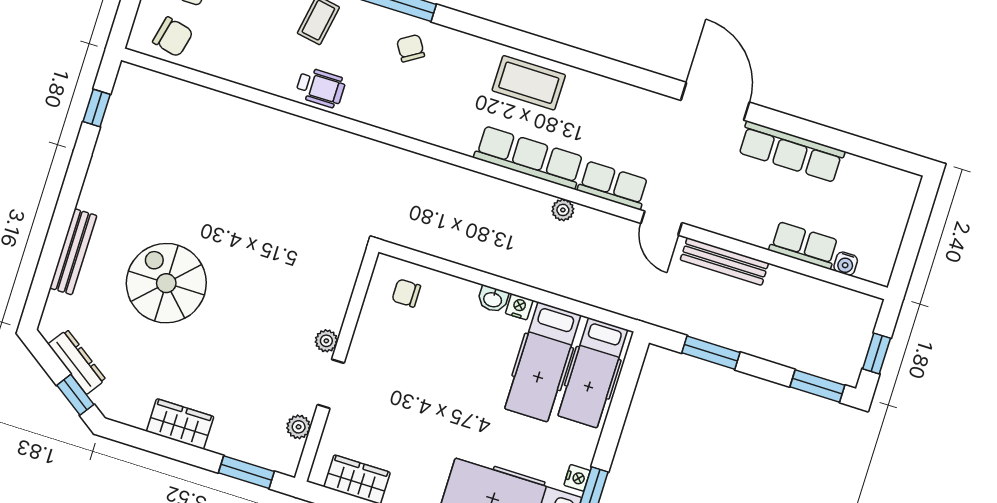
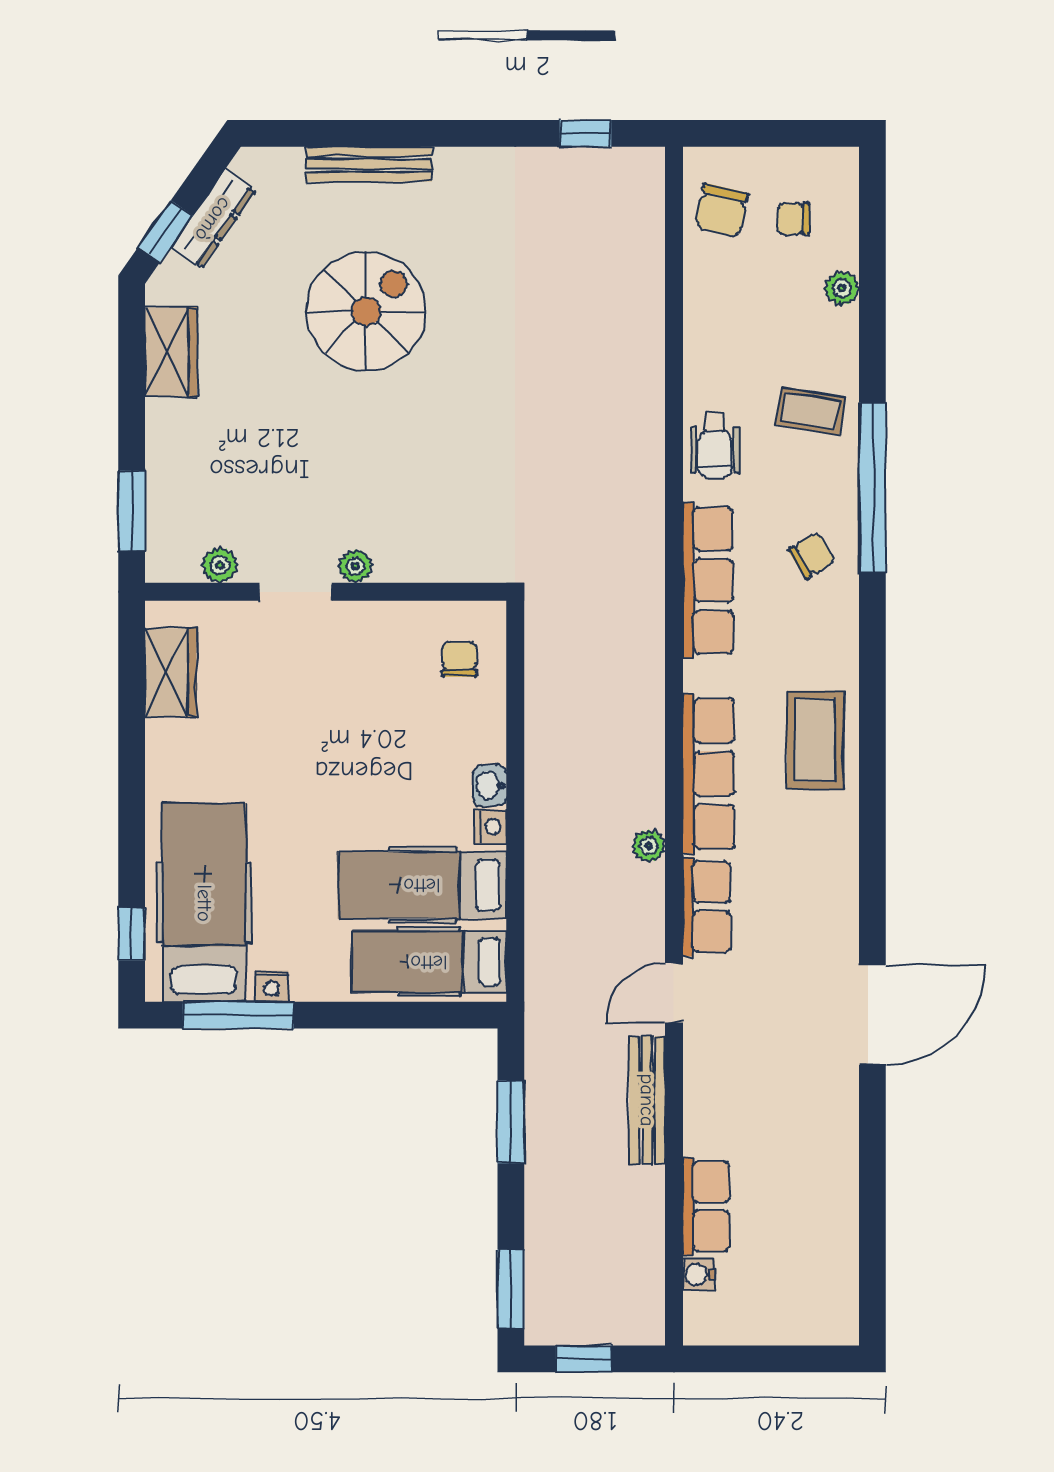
row of seats: (791, 152) -> (708, 580), moved, turned 180
wardrobe: (180, 424) -> (171, 352), moved

